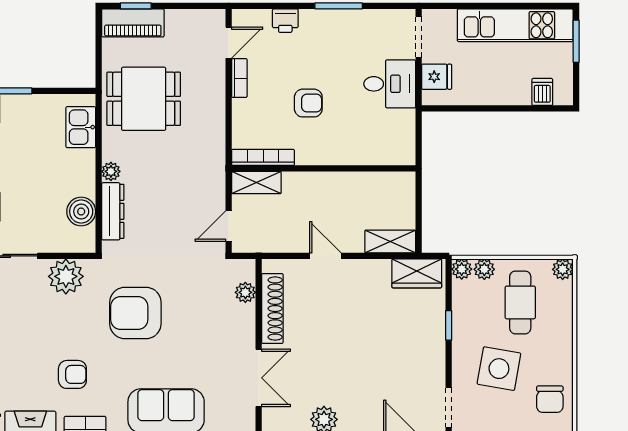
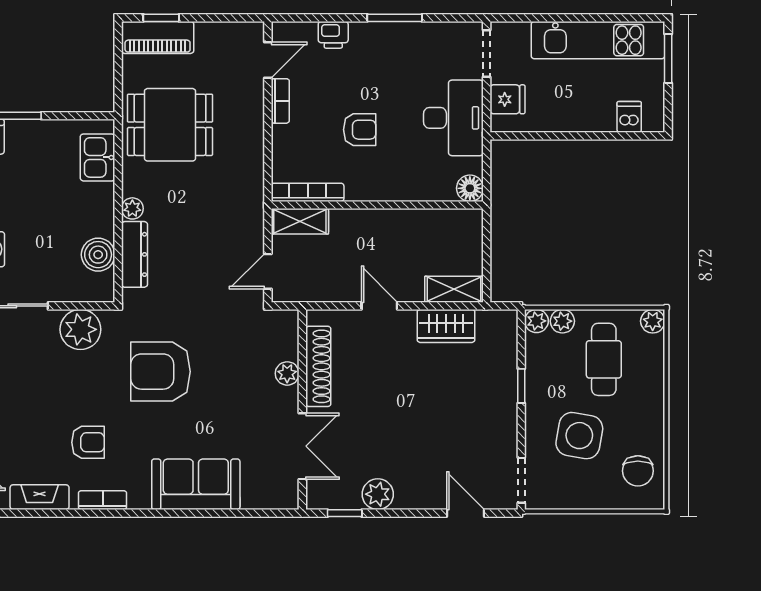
desk: (390, 84) -> (453, 118), width x1.37
floor lamp: (404, 154) -> (470, 188), added
wardrobe: (417, 273) -> (446, 326), moved
plant: (245, 292) -> (287, 373), moved

